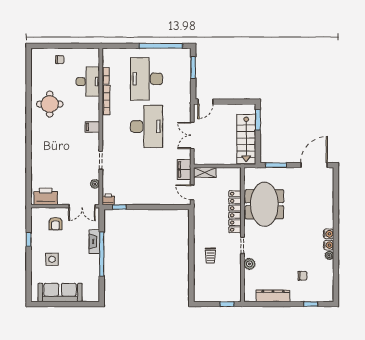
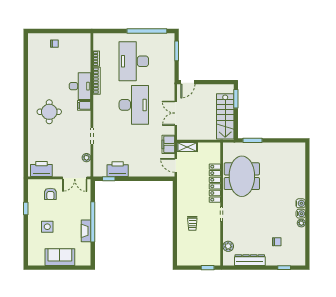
desk: (88, 82) -> (80, 86), moved
round table: (50, 104) -> (49, 112), moved
door: (314, 165) -> (287, 140), removed
printer: (108, 199) -> (118, 169), moved, width x1.87, depth x1.48
fireplace: (94, 241) -> (86, 231), moved
plant: (249, 264) -> (228, 246), moved
sofa: (60, 292) -> (60, 257), width x0.73

